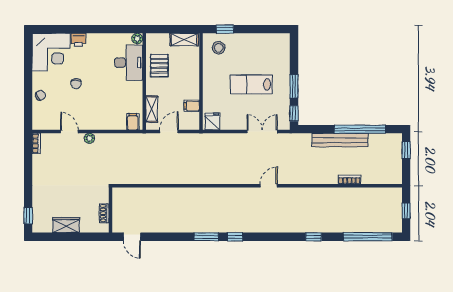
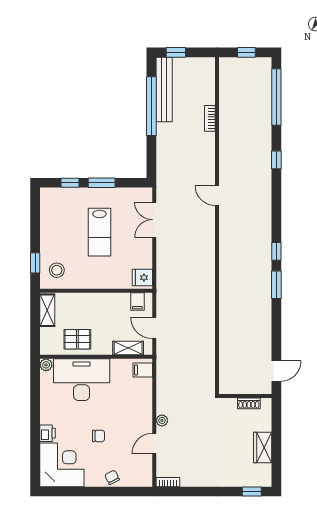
desk: (129, 63) -> (82, 380), width x1.36, depth x1.30
filing cabinet: (192, 106) -> (137, 302), moved
window: (294, 114) -> (70, 183), moved
bench: (340, 140) -> (164, 89), moved
door: (269, 186) -> (217, 196), moved

